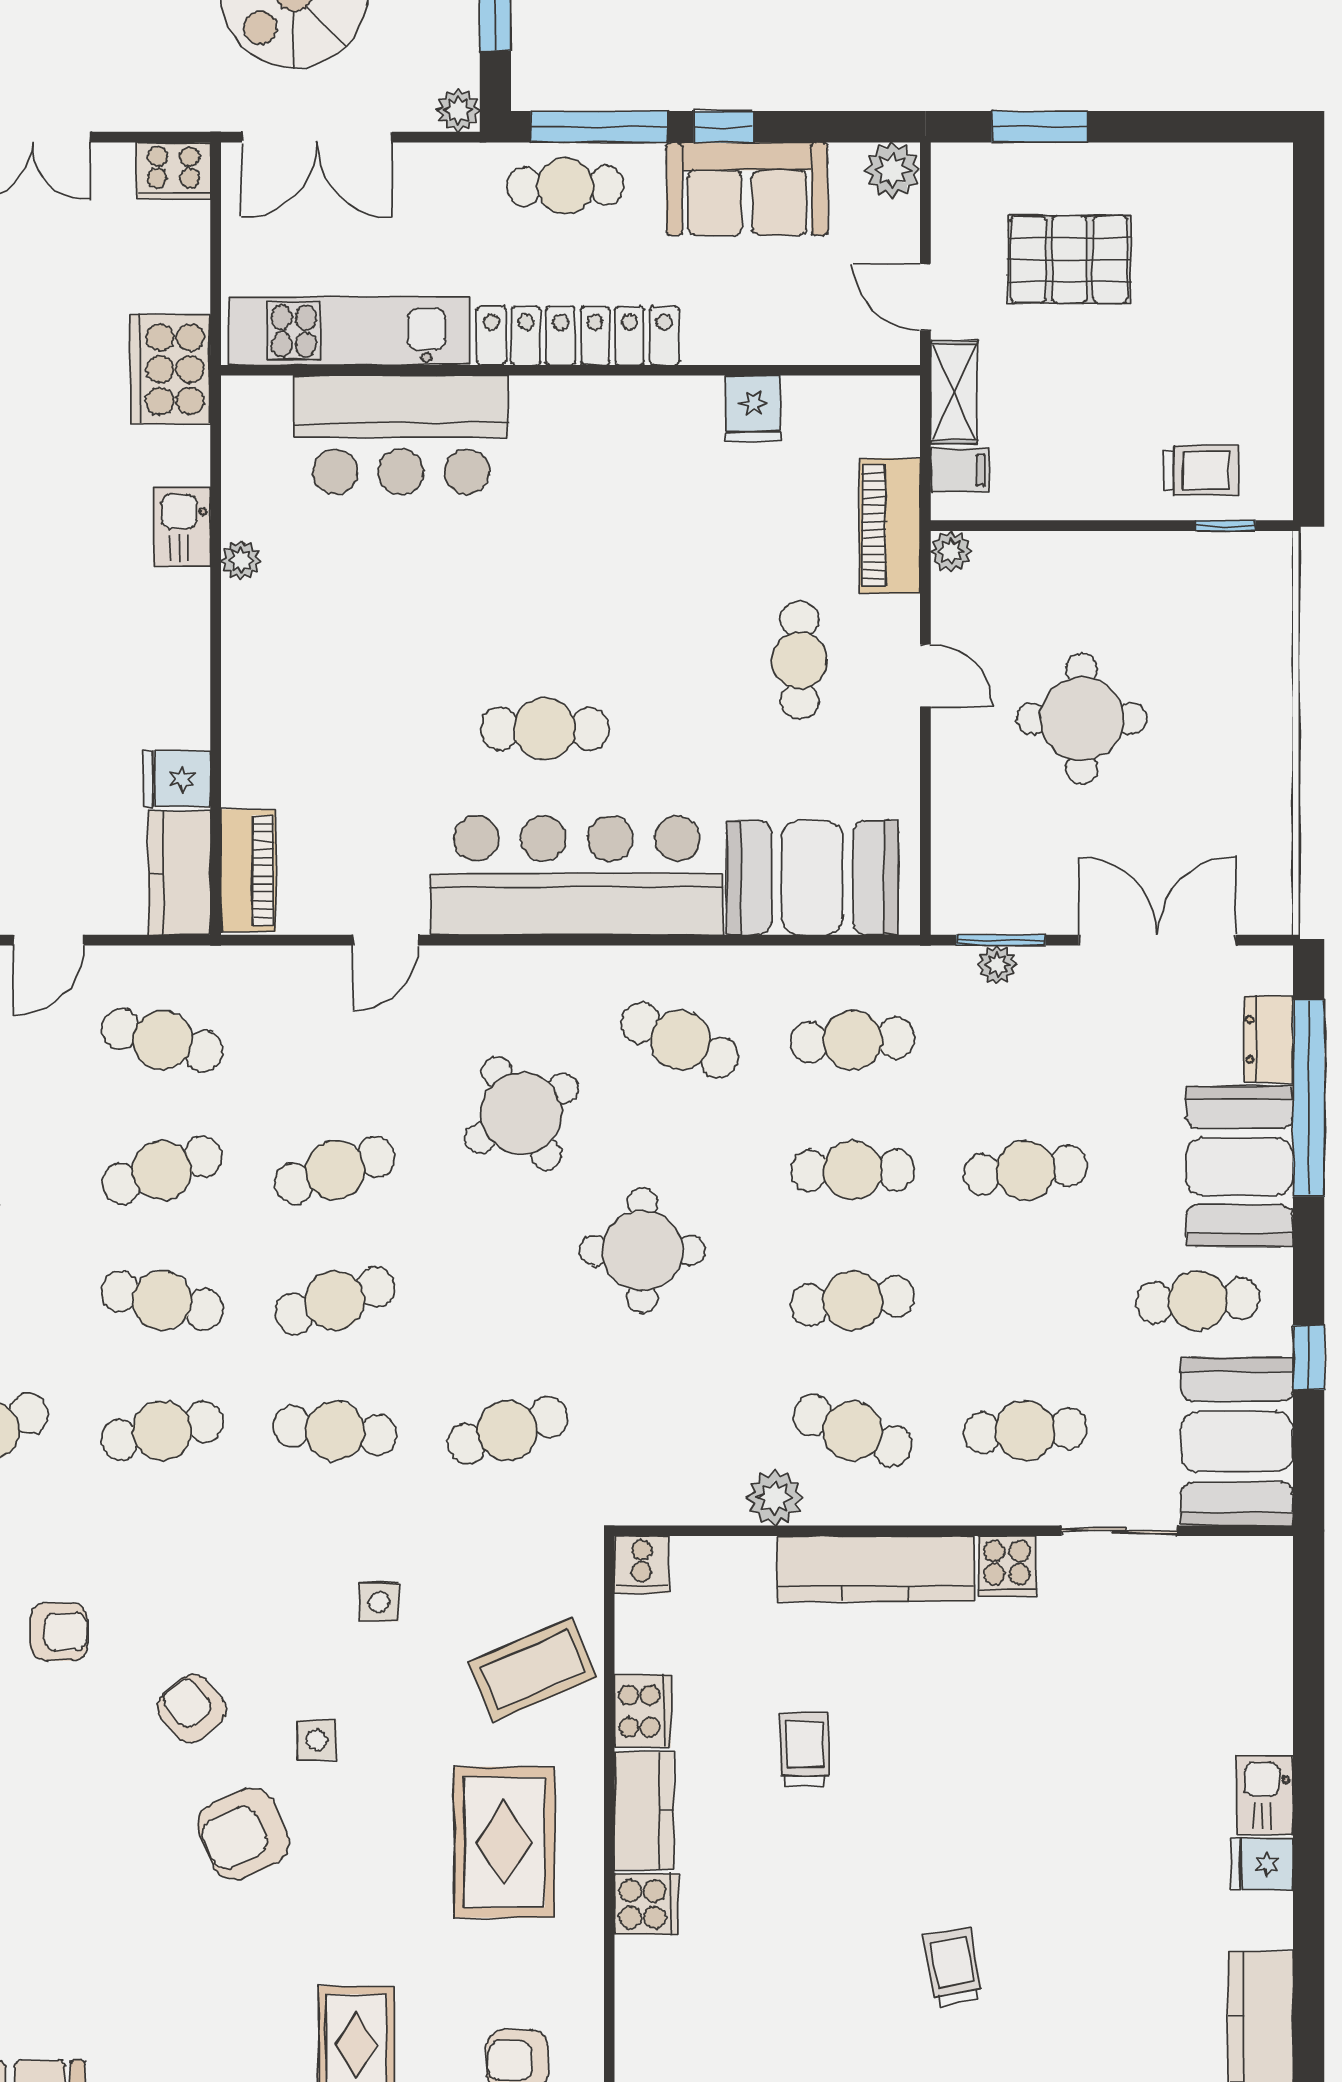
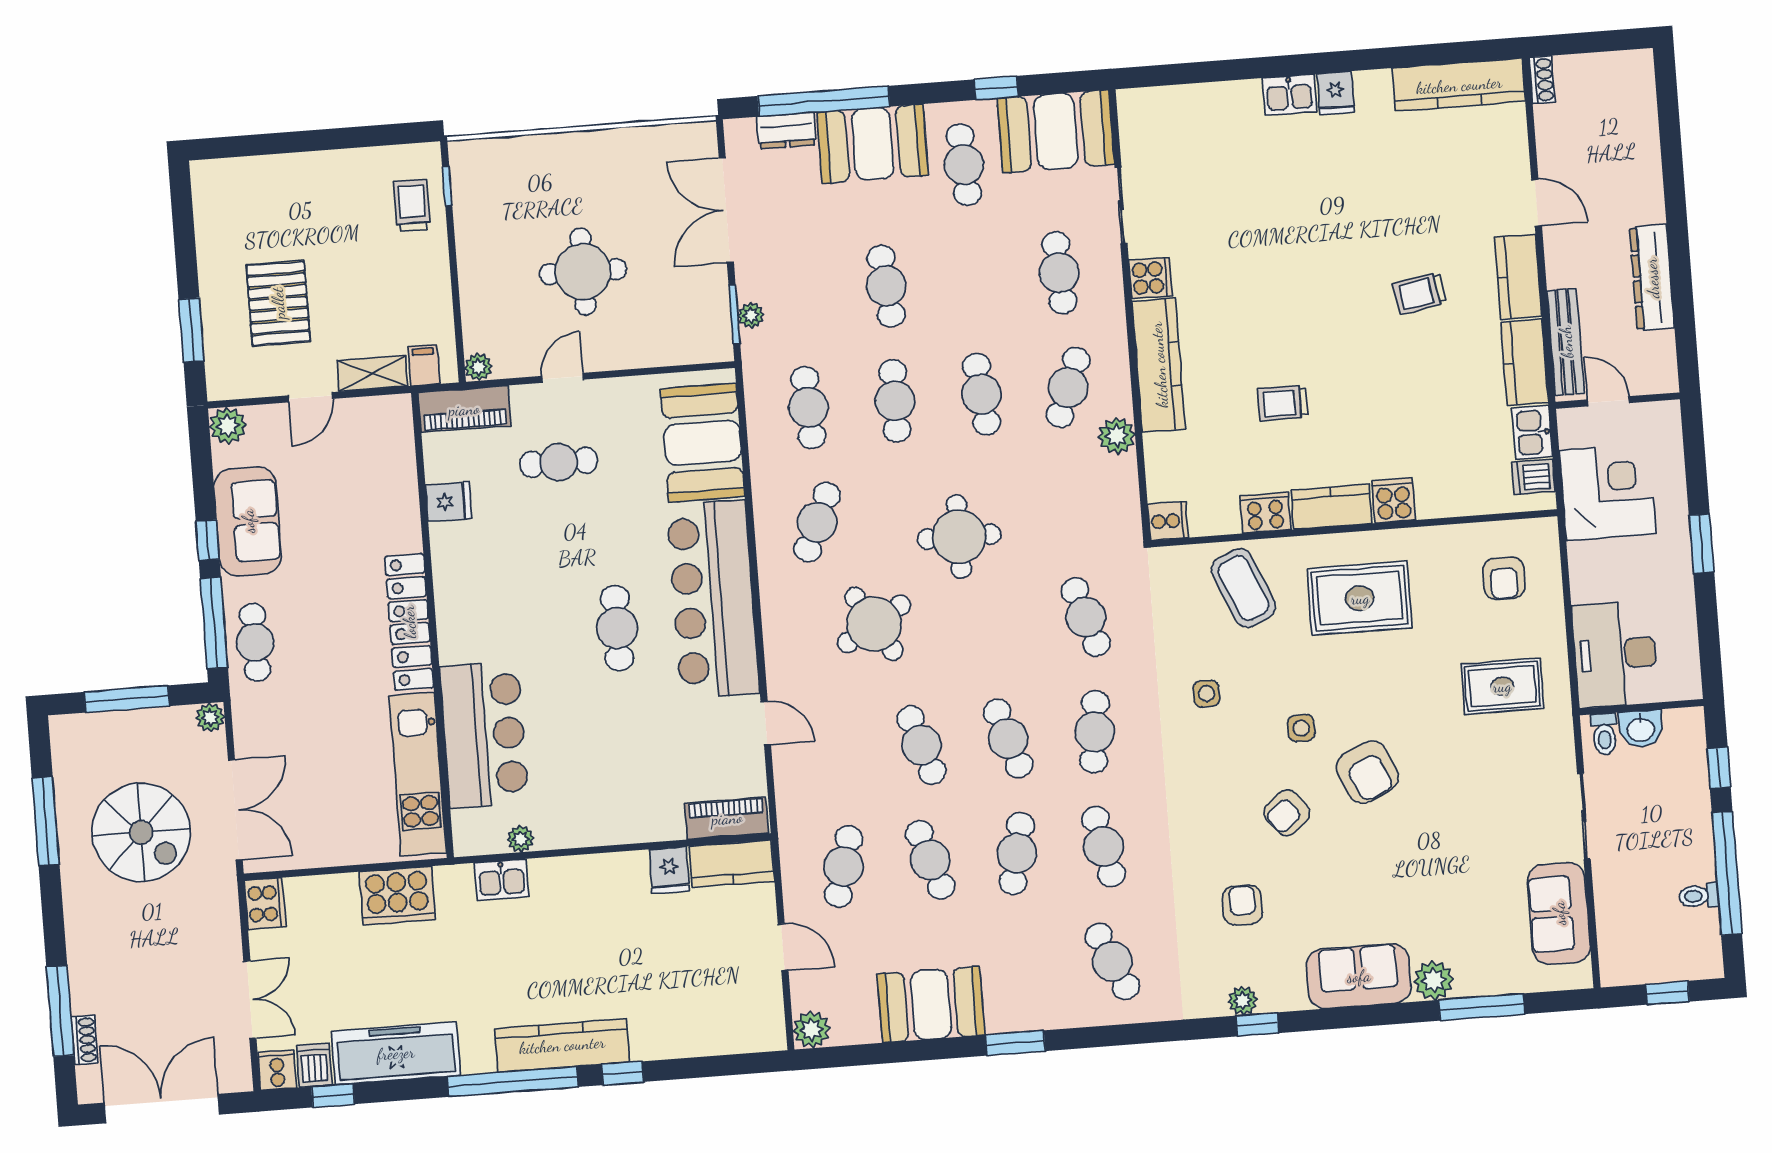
kitchen unit: (349, 331) -> (418, 774), moved
locker: (578, 336) -> (409, 622), moved
wall: (570, 370) -> (432, 625), moved
fridge: (753, 408) -> (449, 502), moved
bar counter: (401, 435) -> (484, 735), moved

